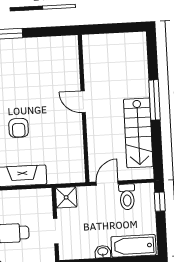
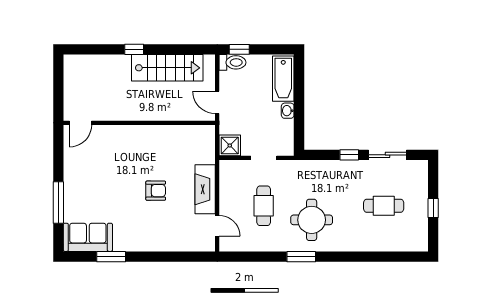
window: (154, 100) -> (134, 49), width x0.46
door: (83, 102) -> (80, 123), moved
toilet: (127, 197) -> (232, 62), moved

